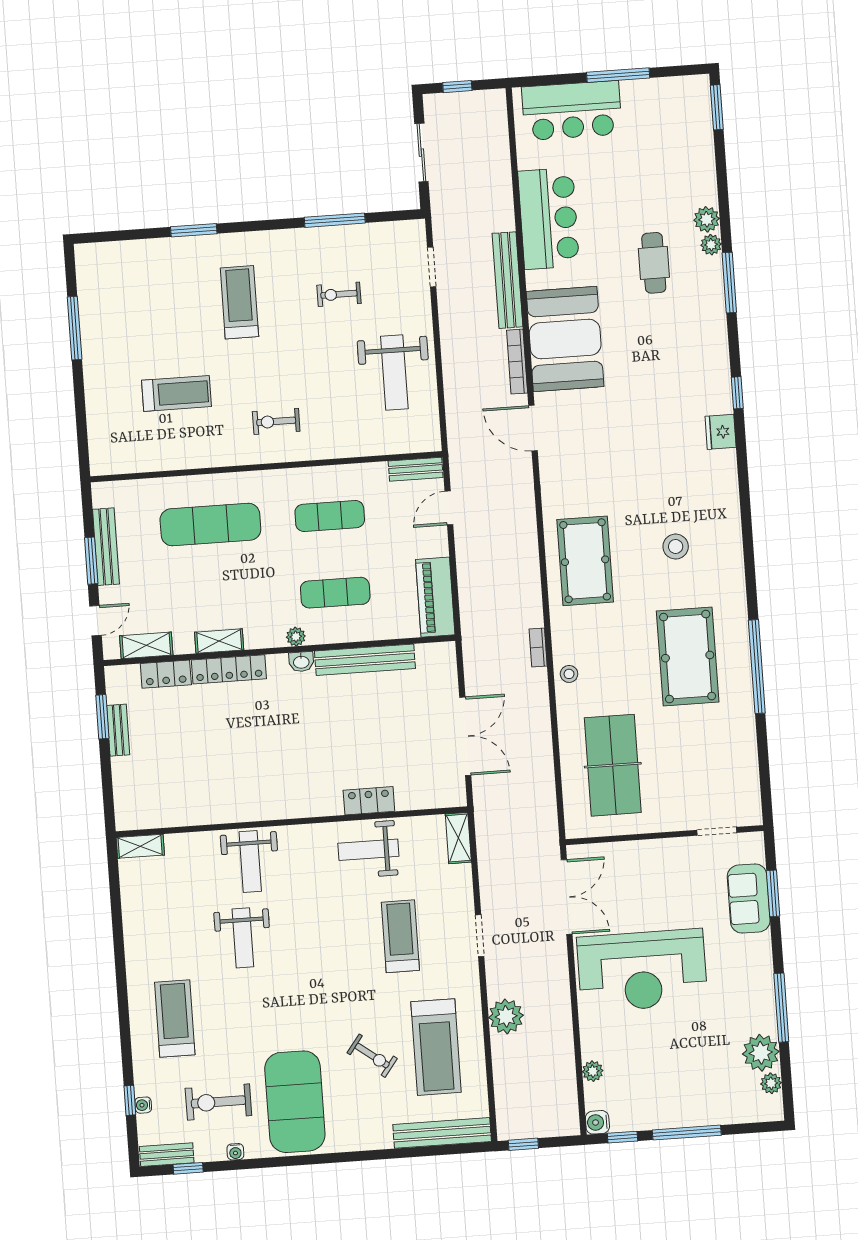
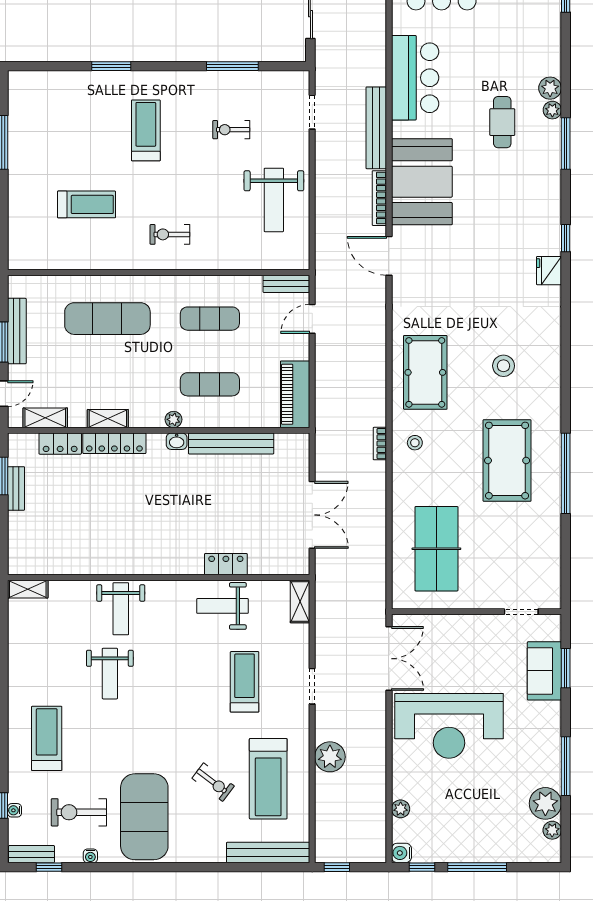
stool: (569, 674) -> (415, 443), moved

